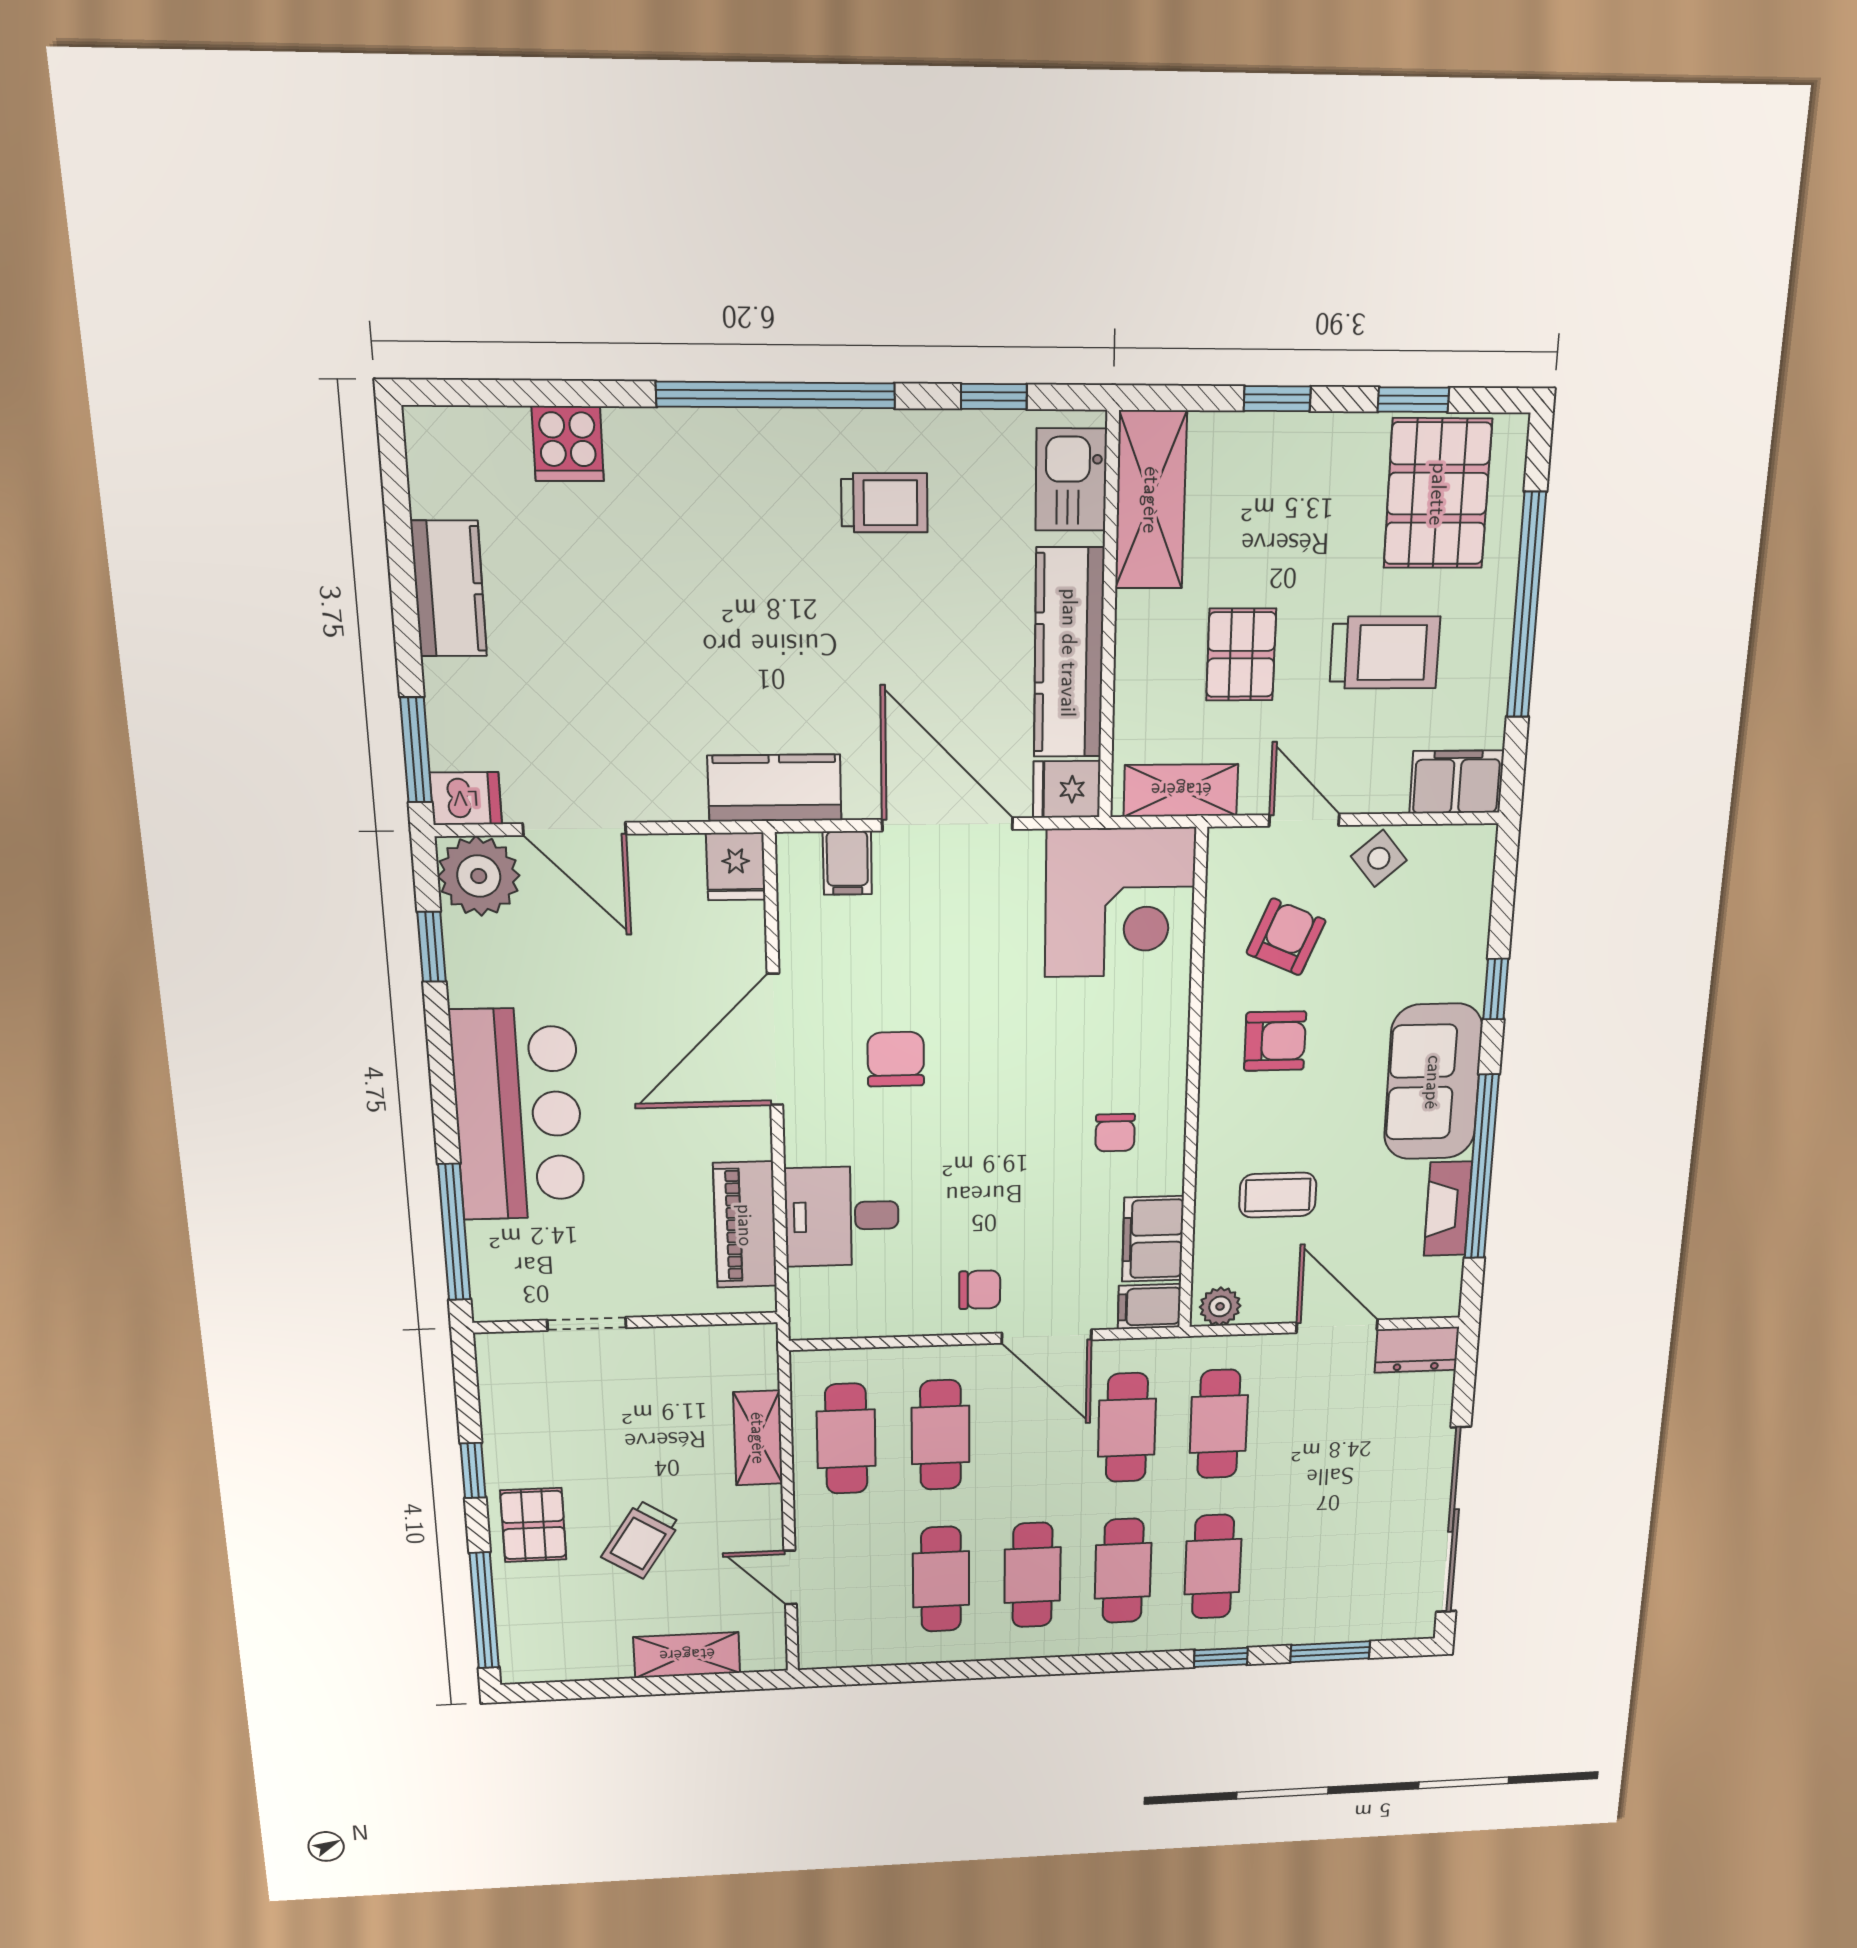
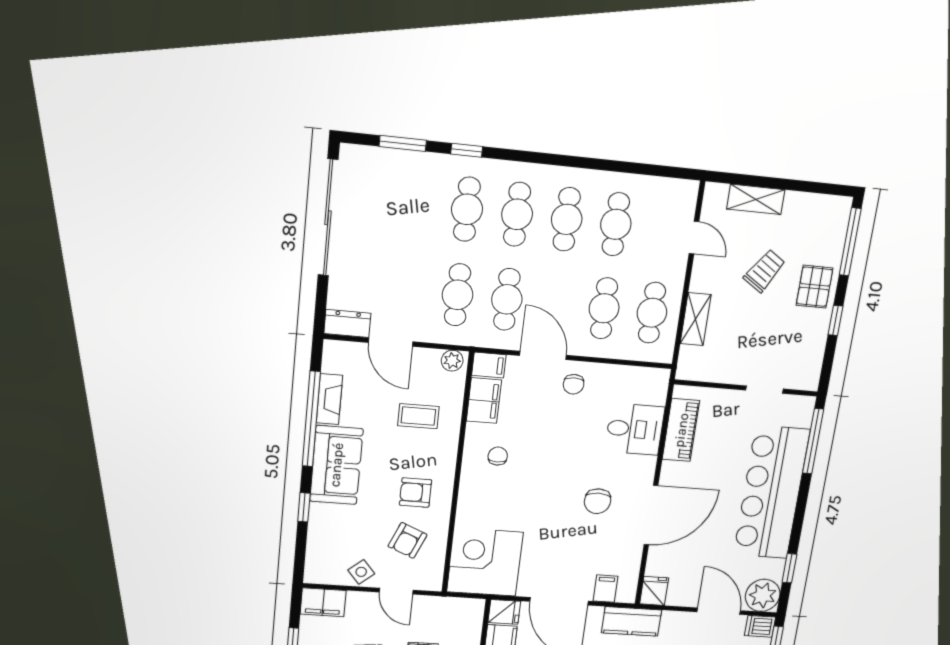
shelving: (1181, 790) -> (453, 608), removed
bar counter: (518, 1115) -> (771, 493), width x1.36
chair: (980, 1290) -> (574, 384), turned -90

